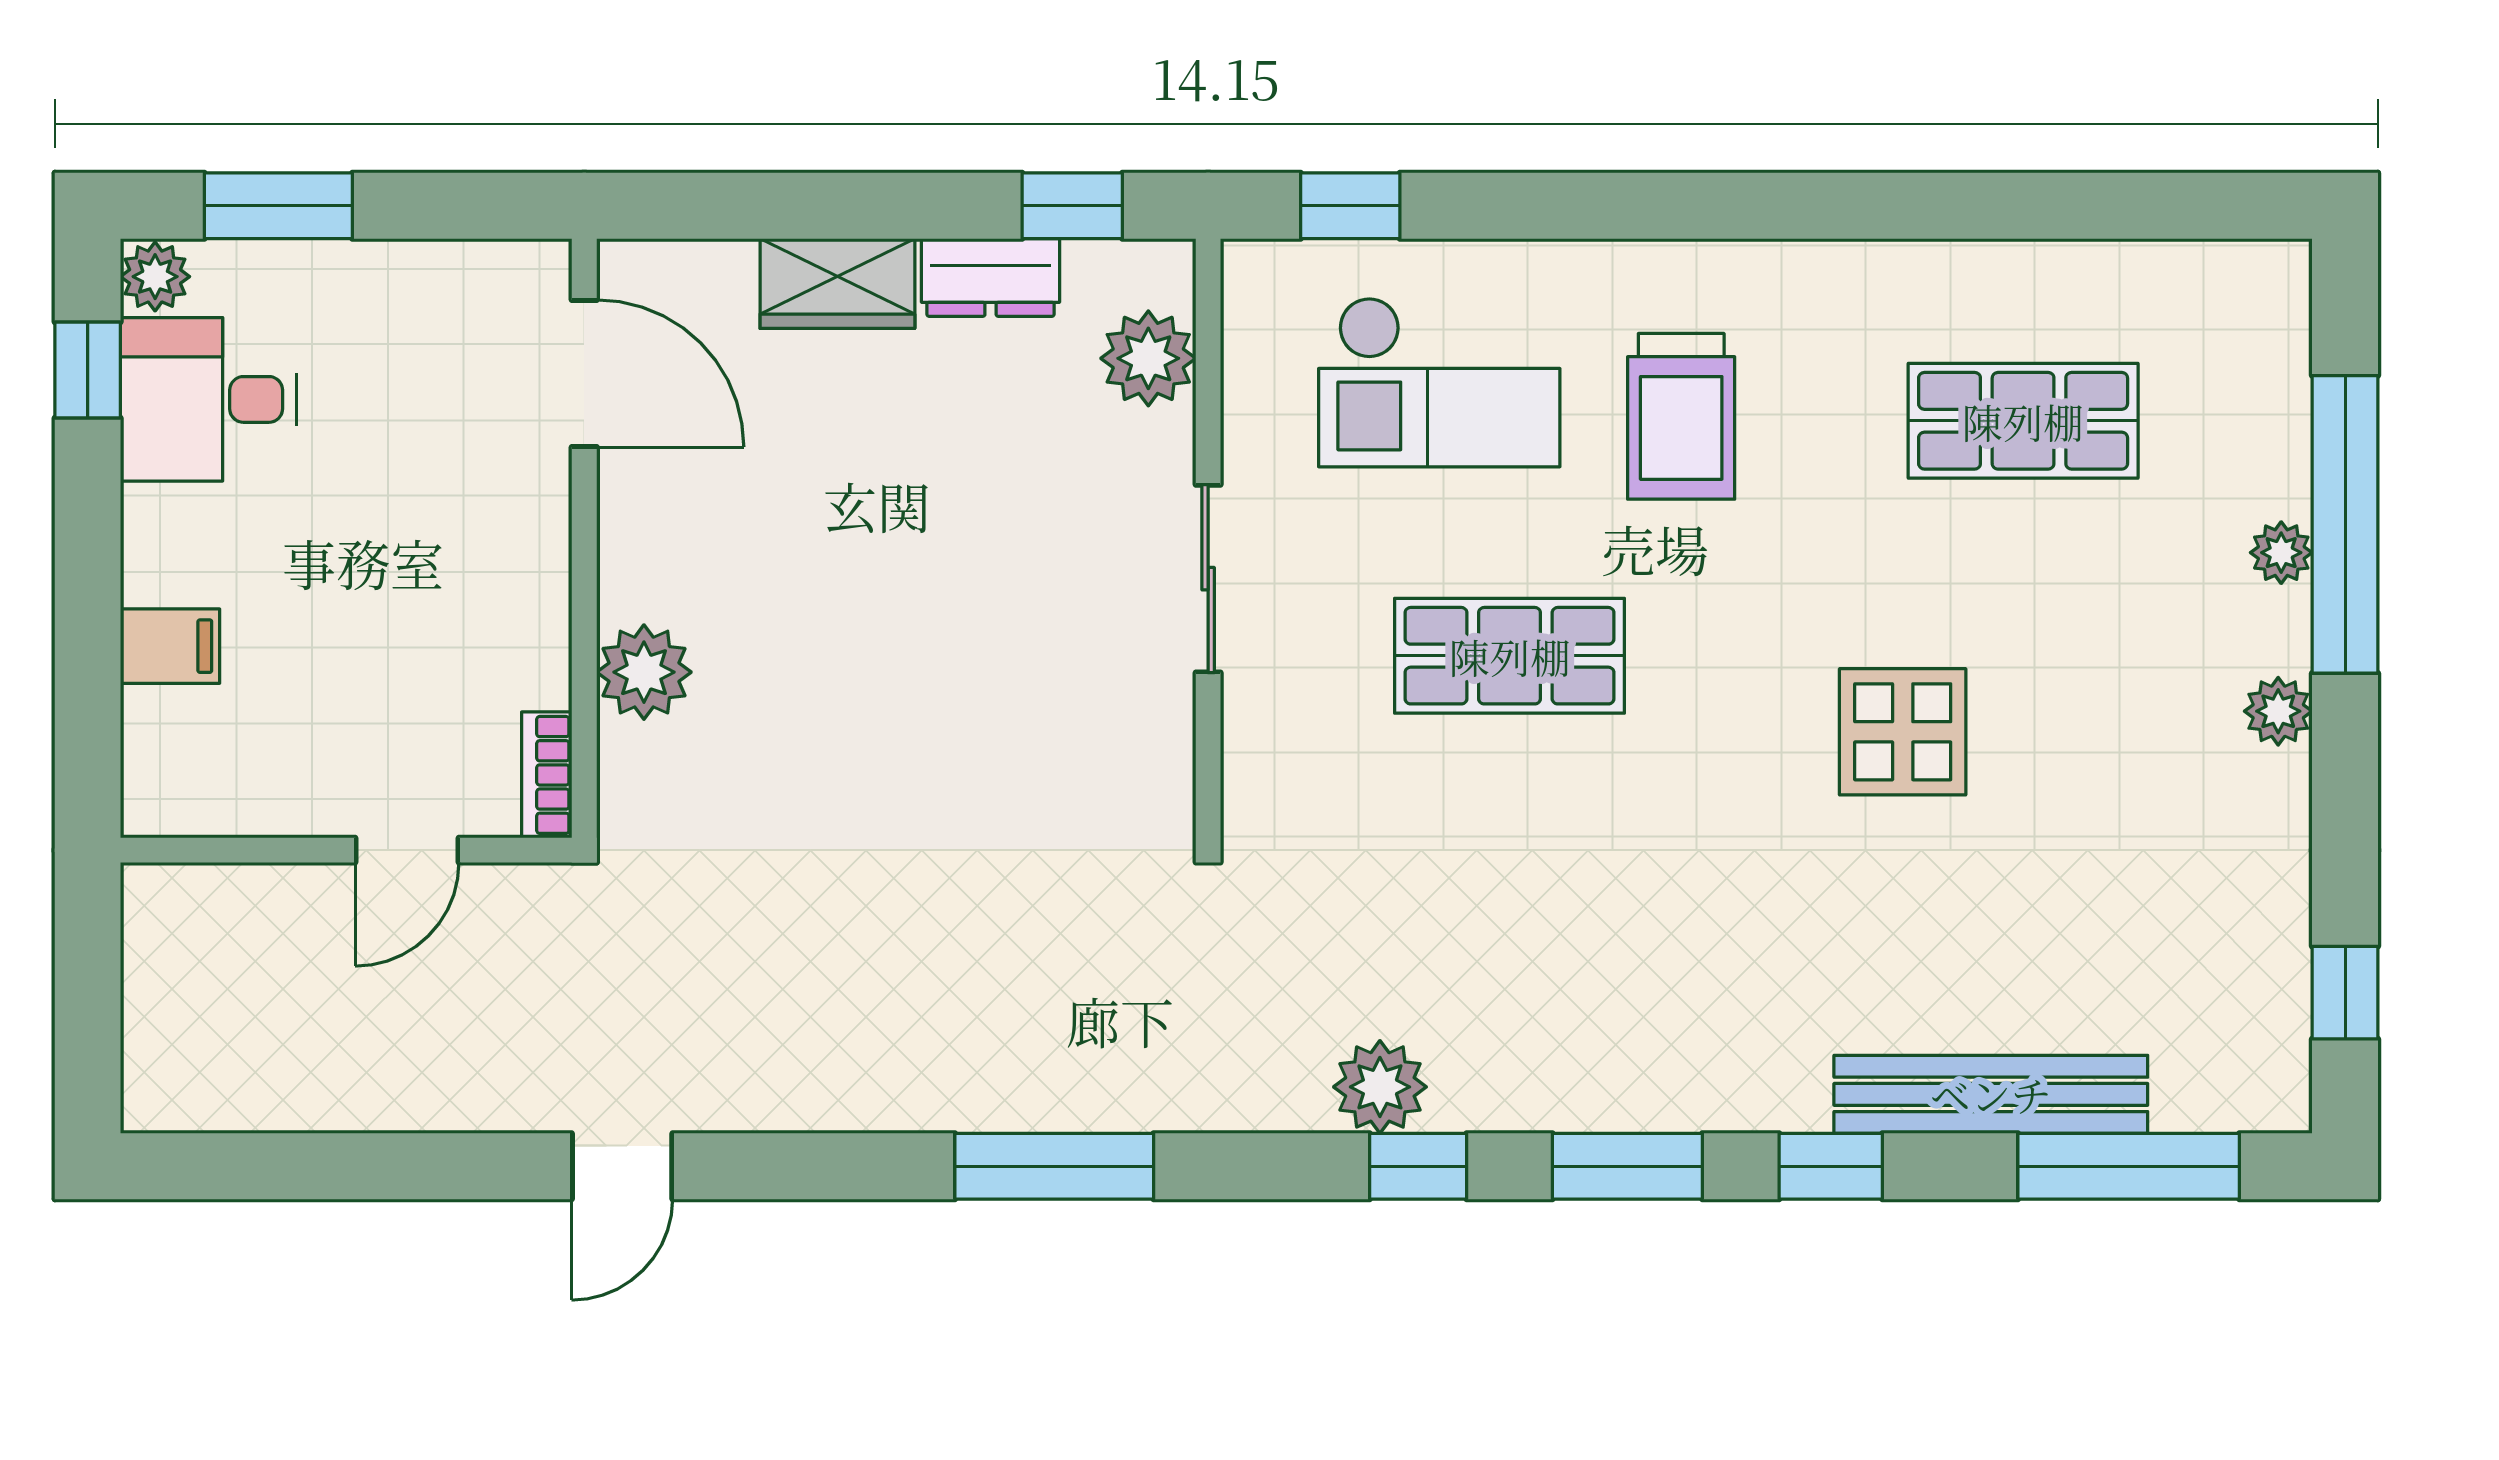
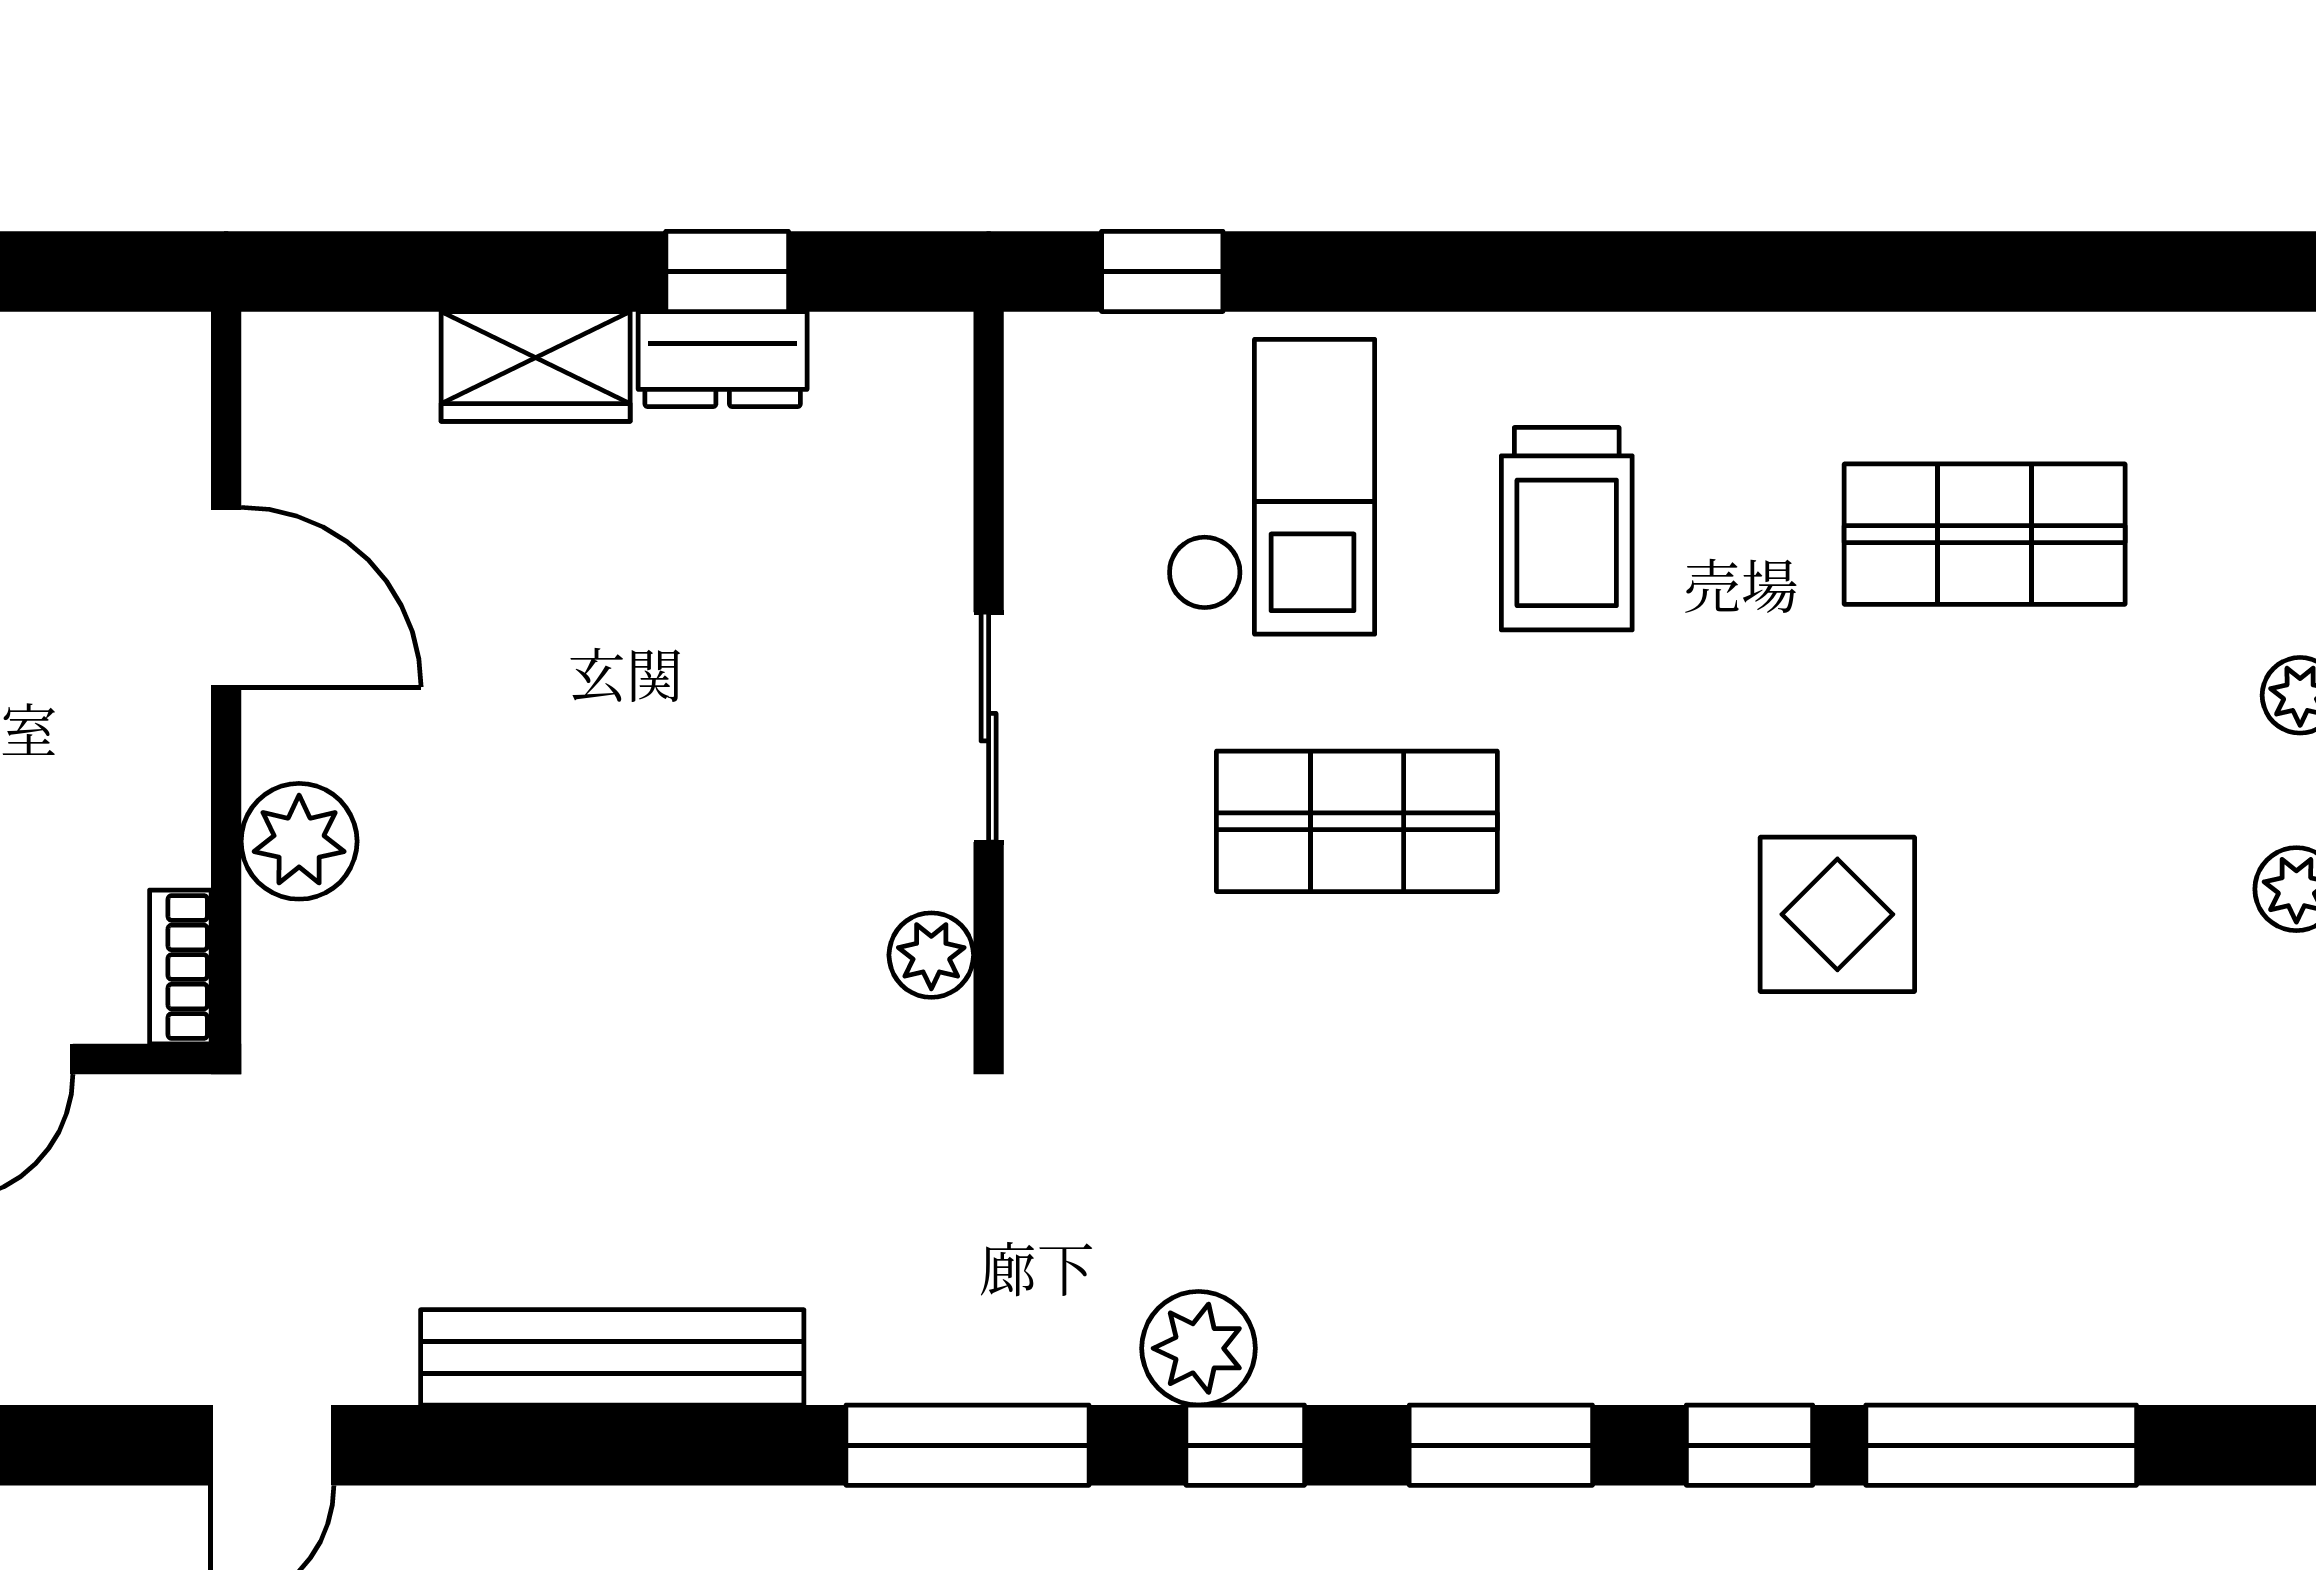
window: (1072, 206) -> (727, 271), moved
plant: (1148, 358) -> (931, 955), moved, width x0.73, depth x0.73
door: (584, 373) -> (226, 597), moved
checkout: (1439, 382) -> (1271, 487), turned -90
bench: (1991, 1094) -> (612, 1357), moved
window: (1054, 1166) -> (967, 1445), moved
window: (2129, 1166) -> (2001, 1445), moved

